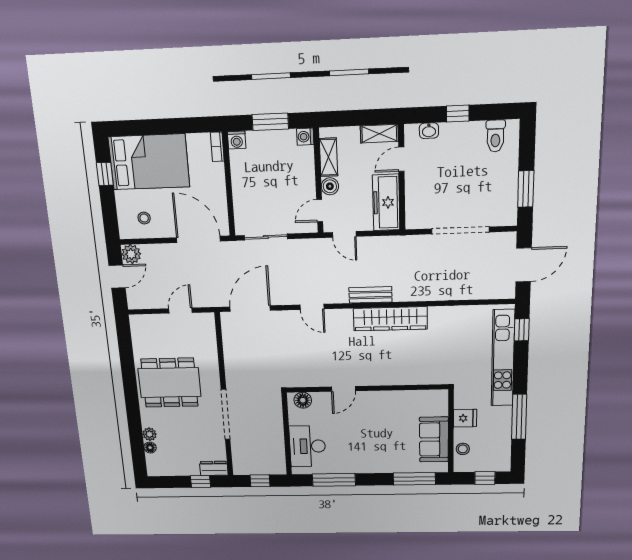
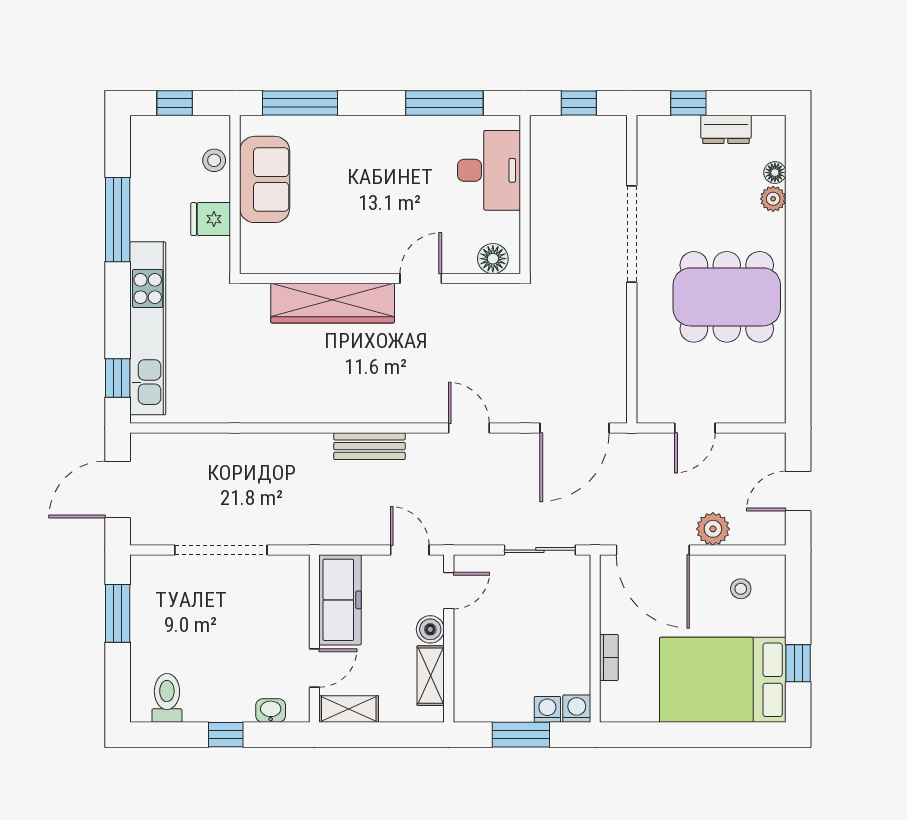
washing machine: (305, 137) -> (547, 709), moved, turned -90
bookcase: (217, 147) -> (609, 658), moved
plant: (131, 254) -> (713, 529), moved
wardrobe: (390, 319) -> (333, 303), moved, turned 180
dresser: (214, 468) -> (726, 129), moved

